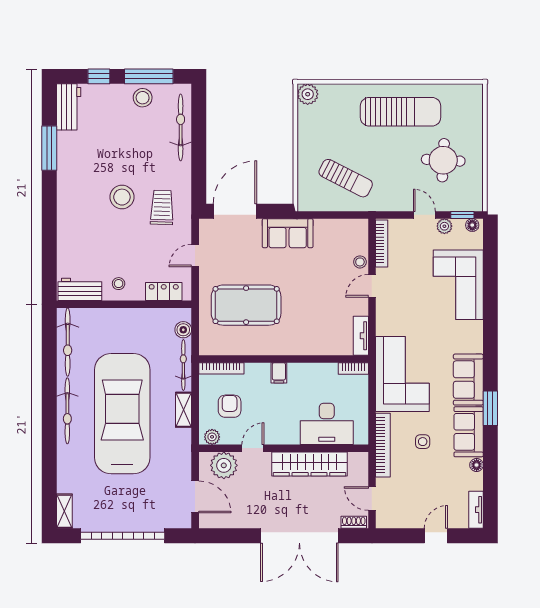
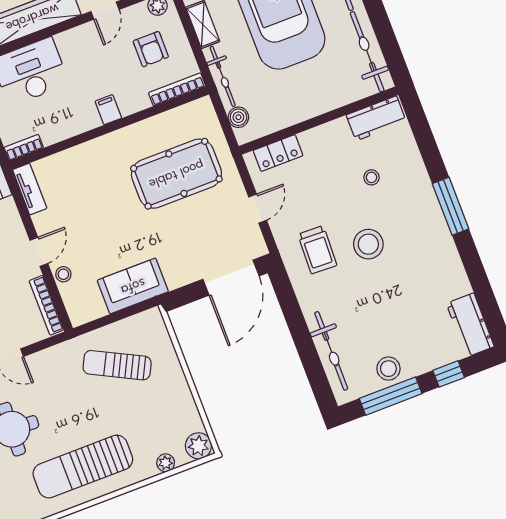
plant: (337, 91) -> (166, 463), added
window: (49, 148) -> (451, 206), moved
sofa: (288, 233) -> (133, 286), moved
stool: (119, 284) -> (371, 177), moved

